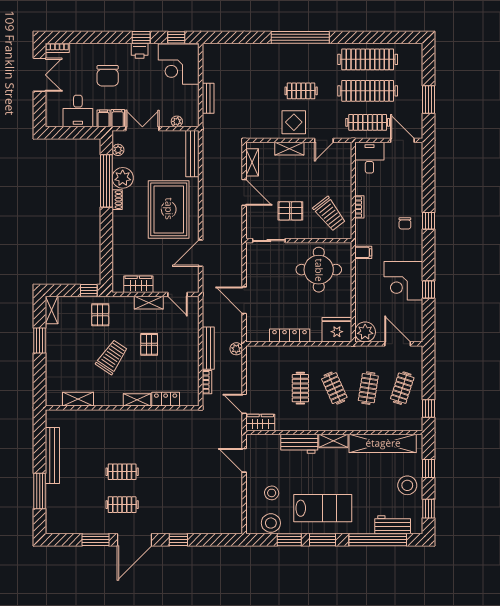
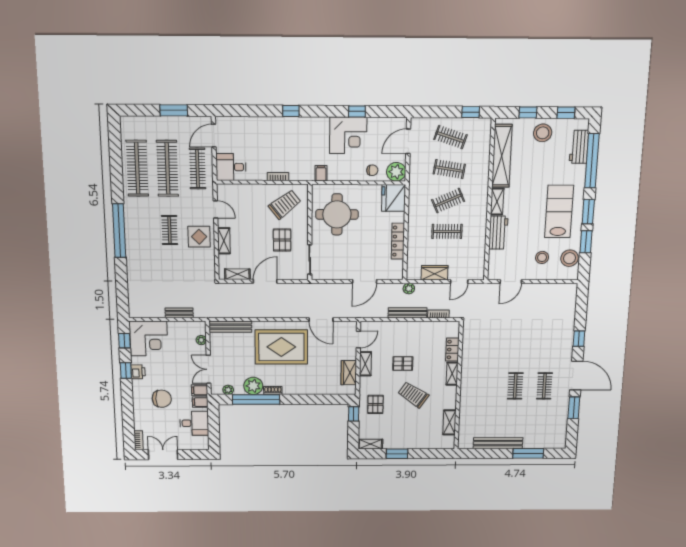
chair: (405, 223) -> (372, 170), moved
pallet: (100, 315) -> (375, 404), turned 90
wardrobe: (260, 422) -> (435, 273), moved, turned 90

